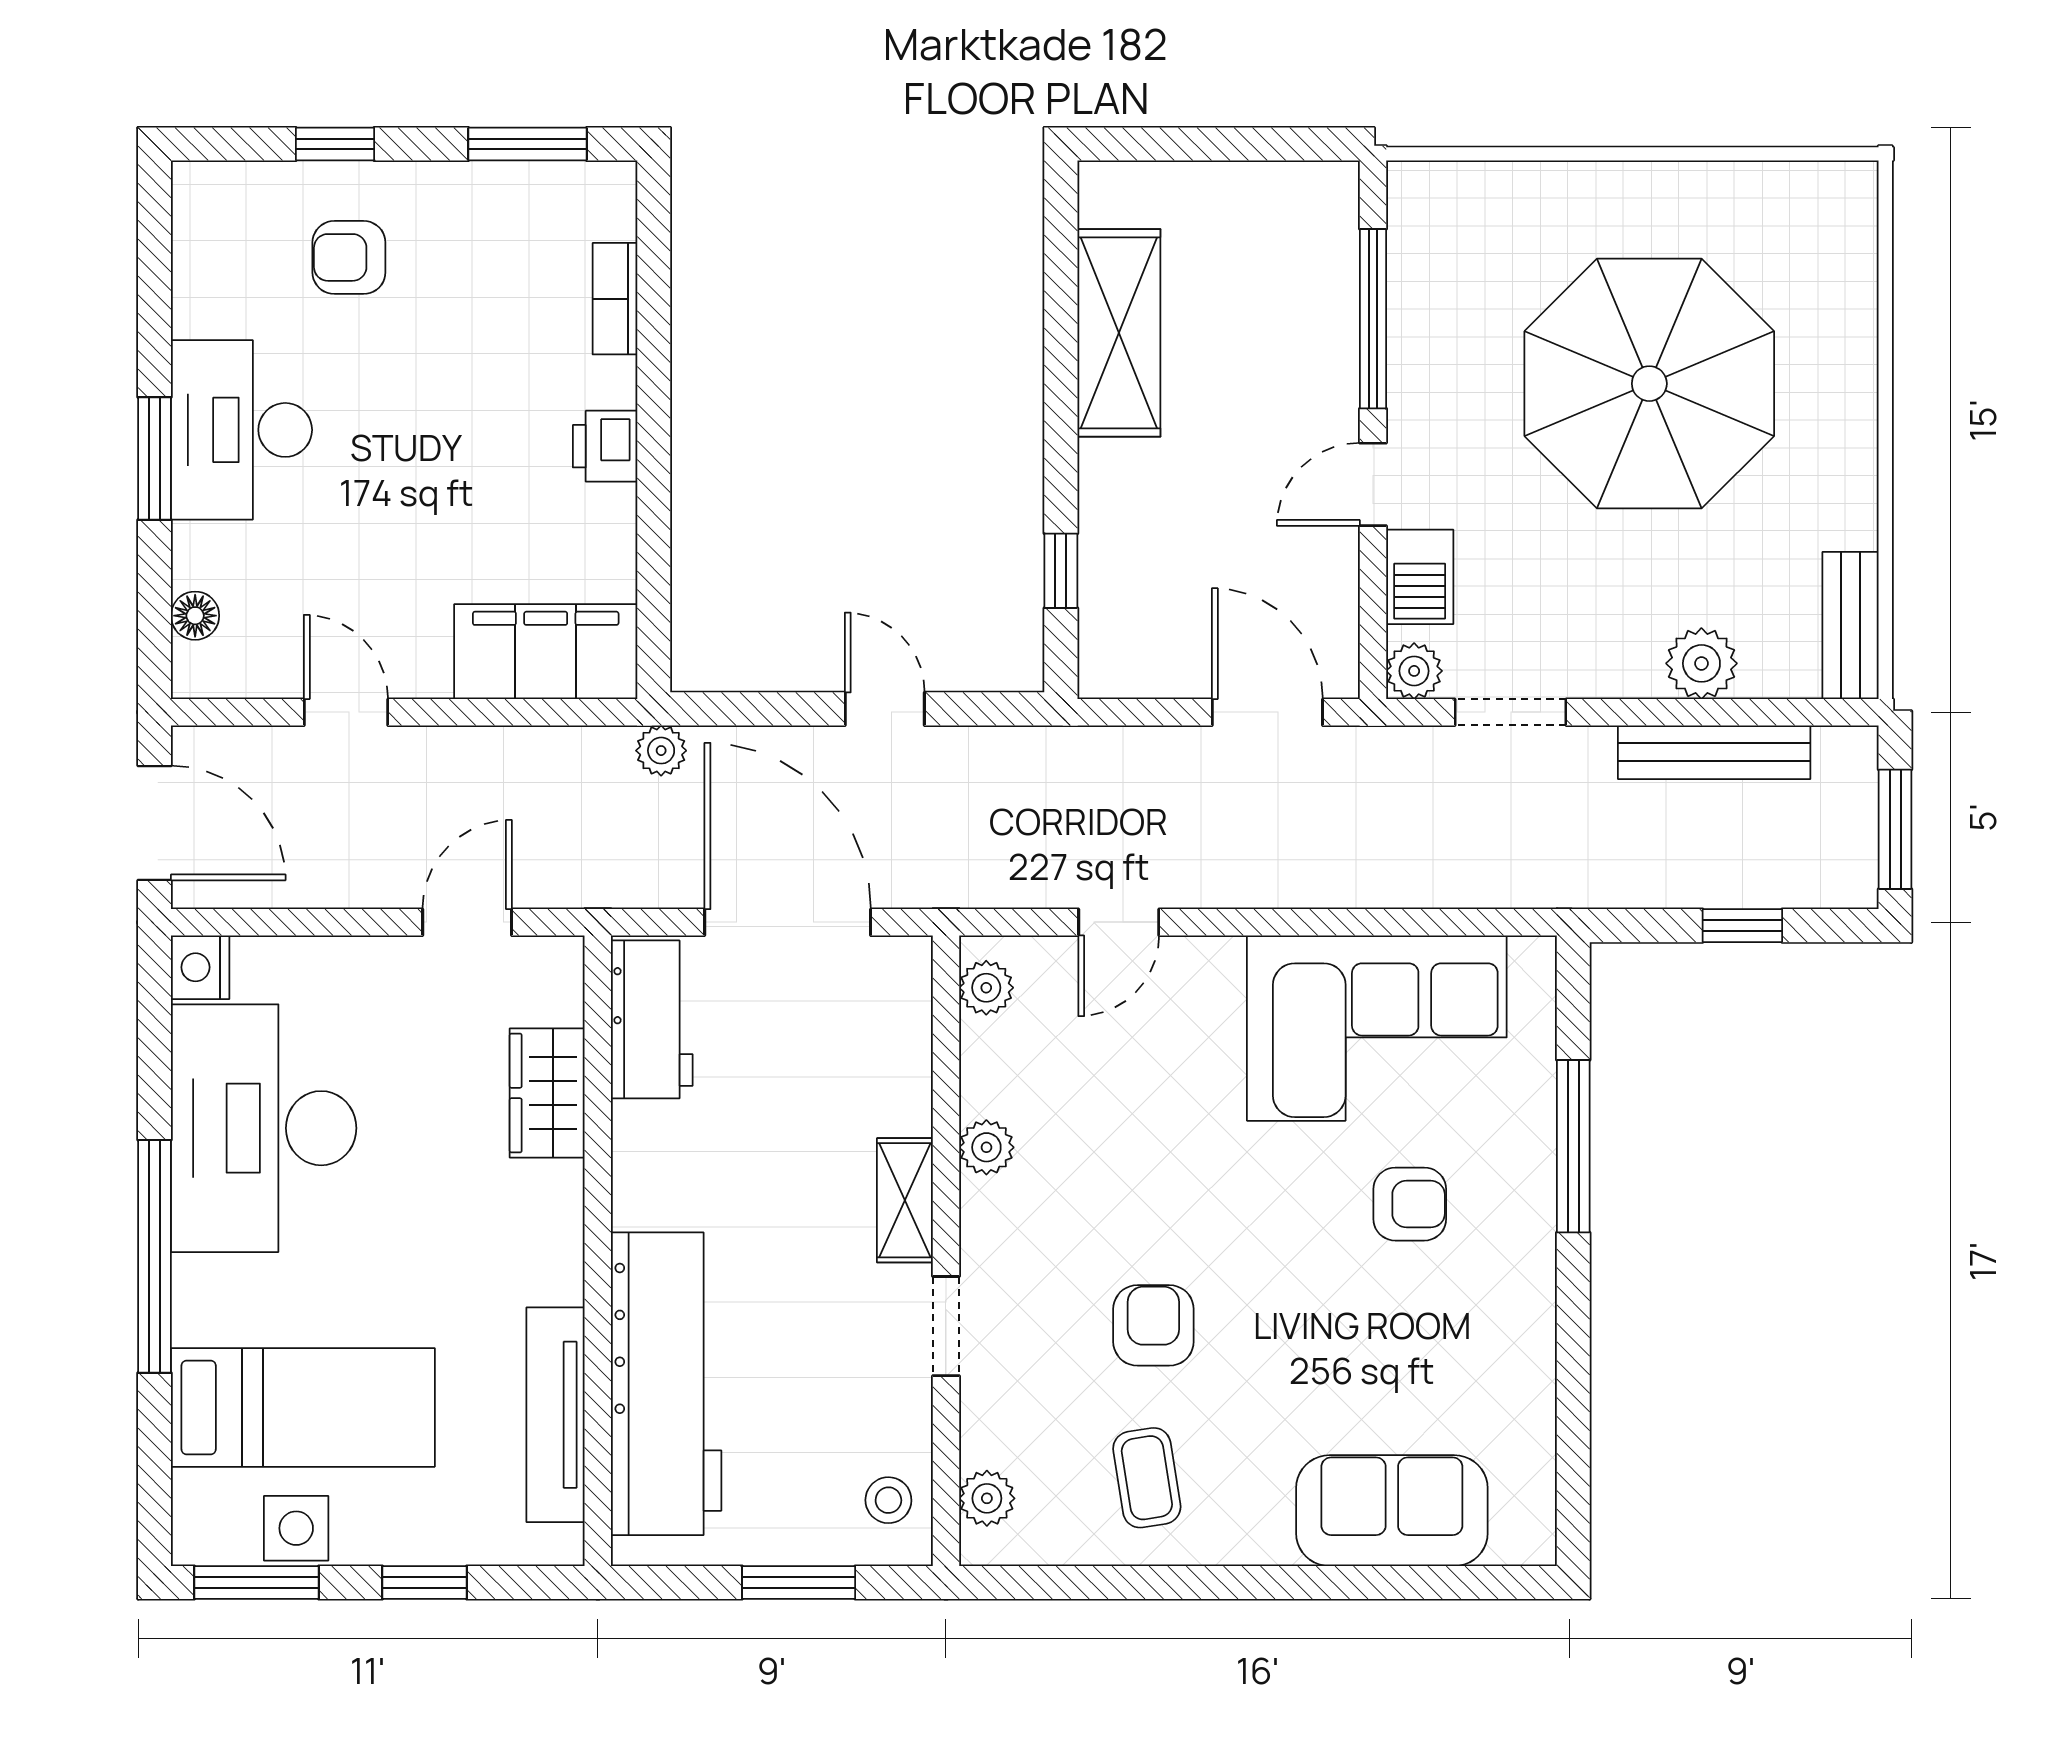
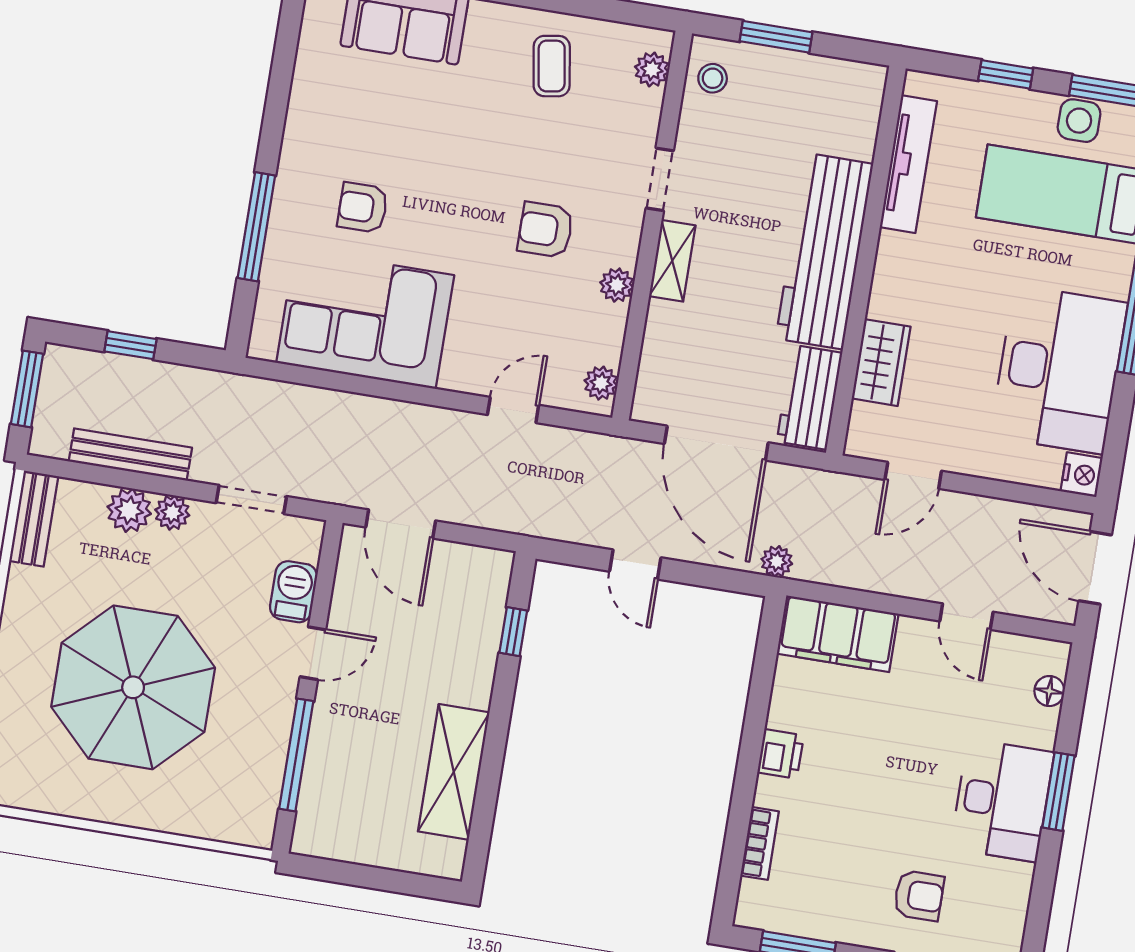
plant: (1414, 671) -> (172, 513), moved
armchair: (1153, 1325) -> (545, 230), moved, turned 90
workbench: (666, 1384) -> (824, 251), moved

